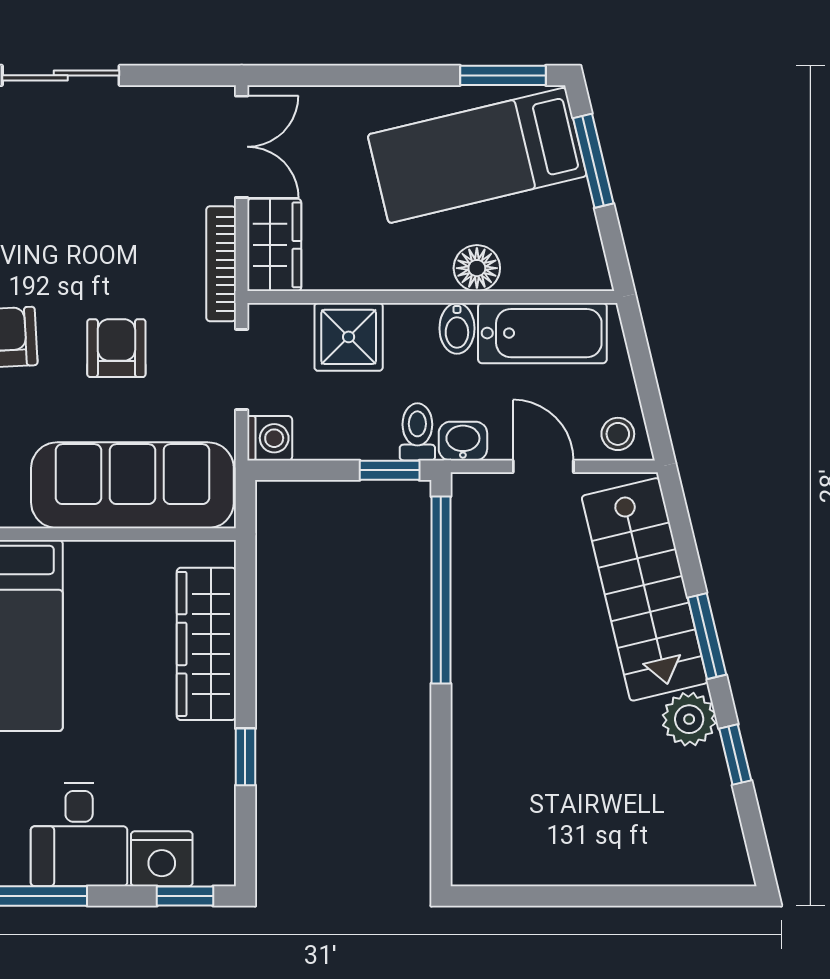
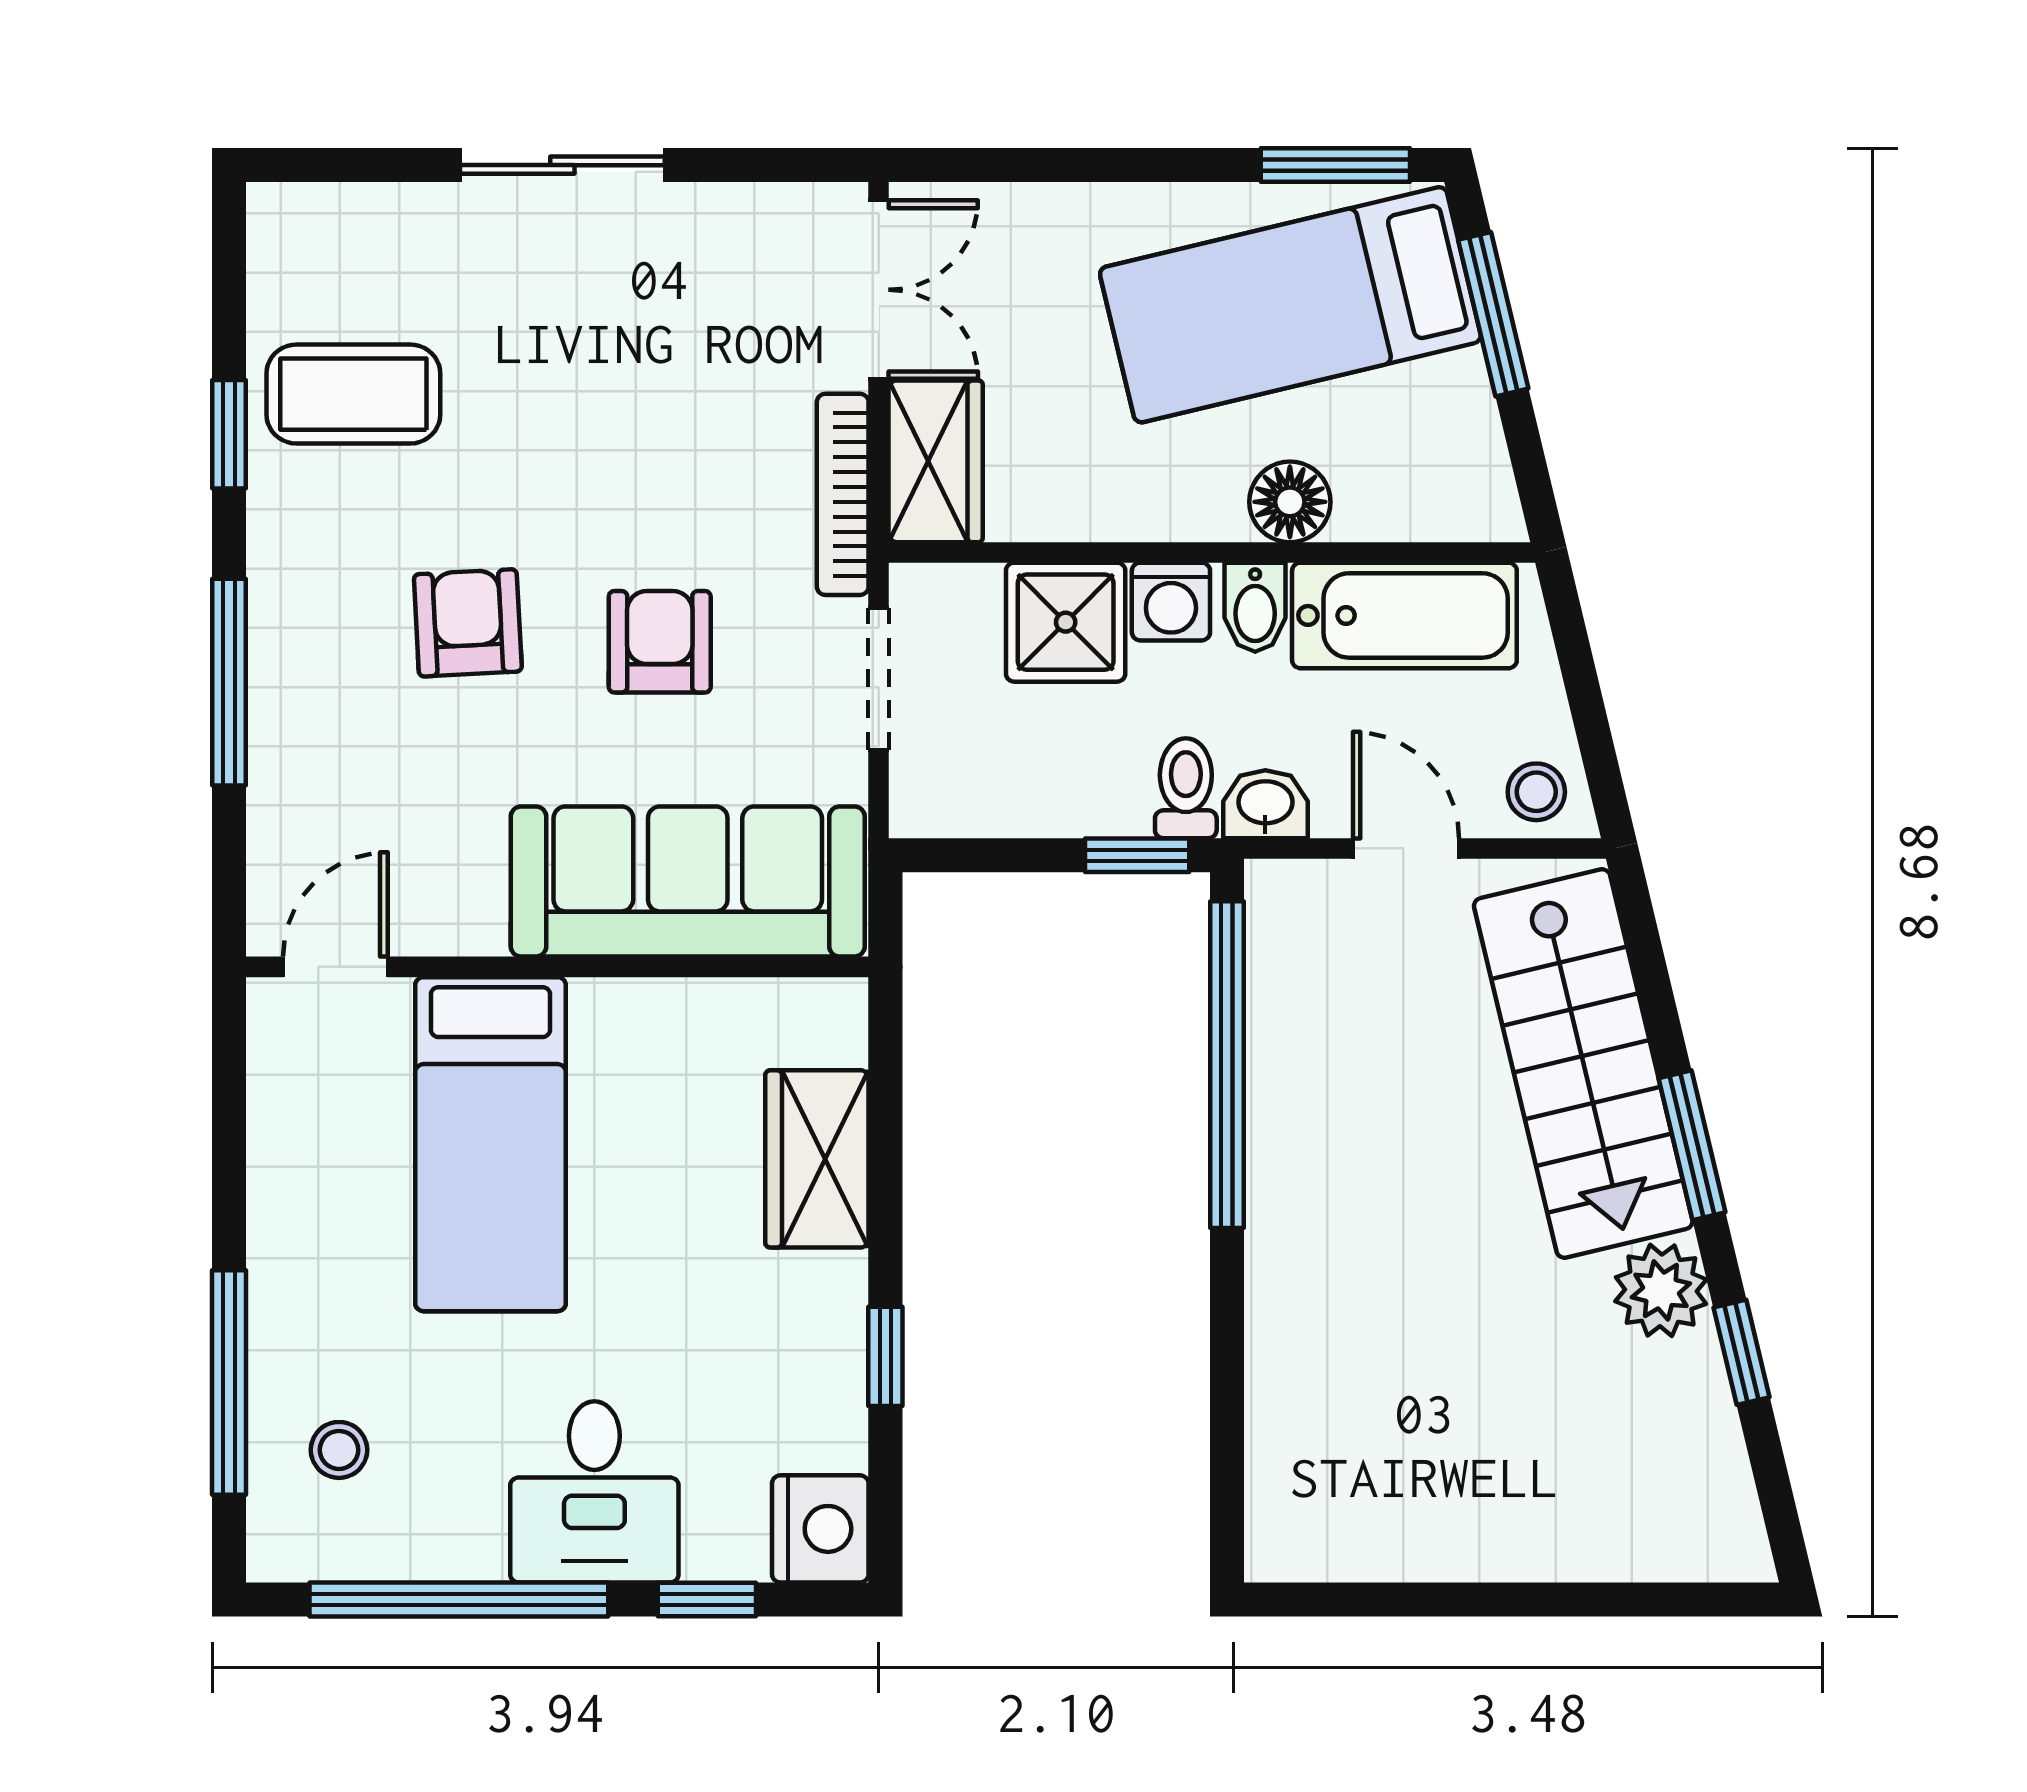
washing machine: (270, 438) -> (1171, 602), moved, turned 90
wardrobe: (206, 644) -> (817, 1159), width x0.67
nightstand: (162, 859) -> (820, 1529), moved, turned -90
window: (185, 896) -> (707, 1600), moved

